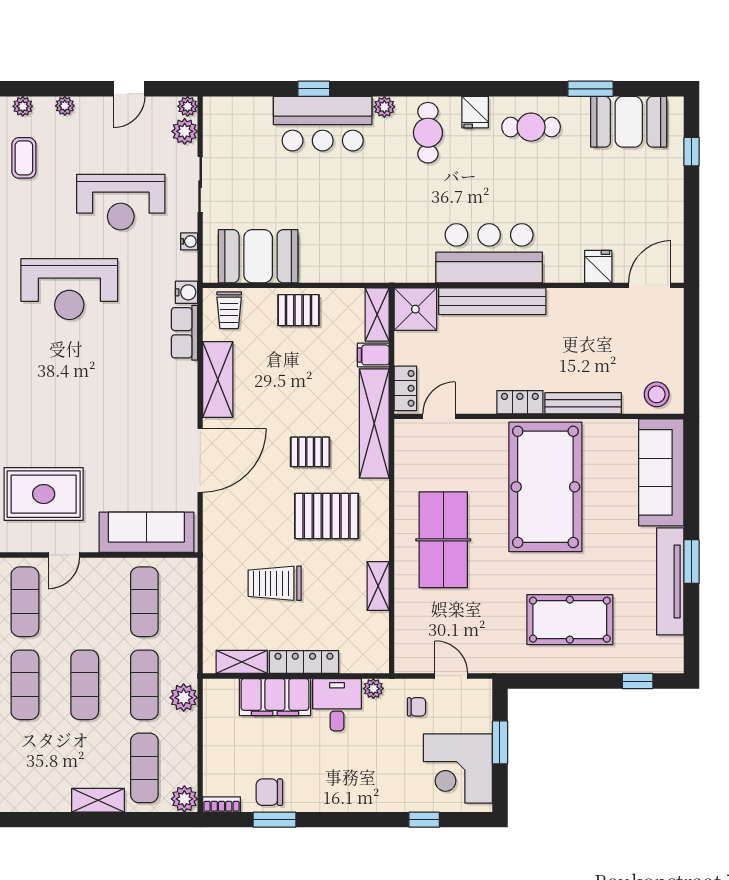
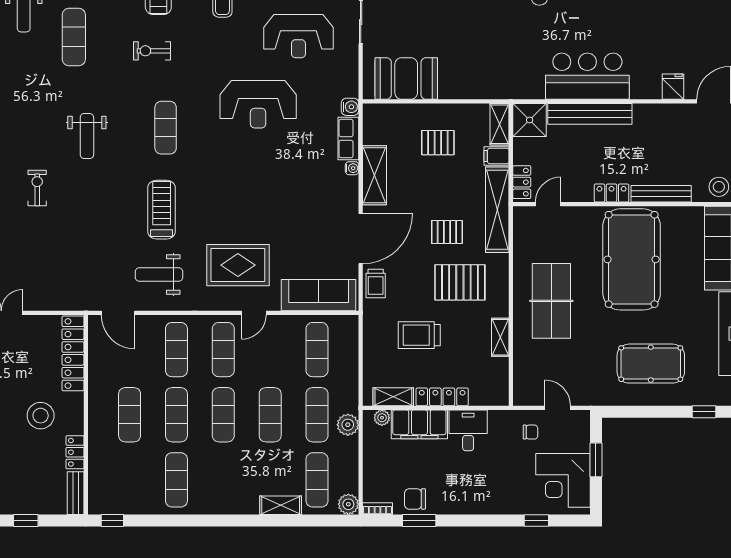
water cooler: (189, 241) -> (352, 168), moved
trolley: (229, 310) -> (376, 284), moved
pallet: (299, 310) -> (438, 143), moved
plant: (373, 689) -> (382, 418), moved

